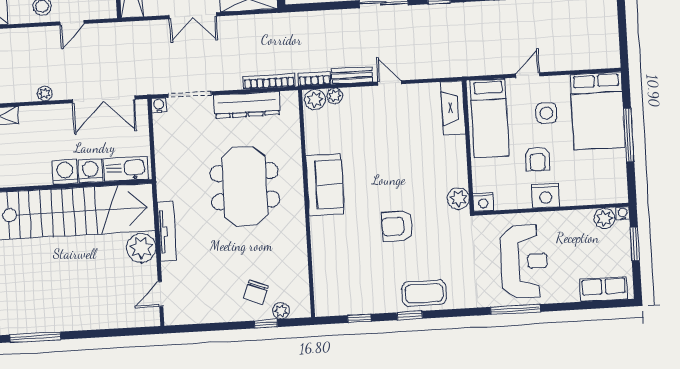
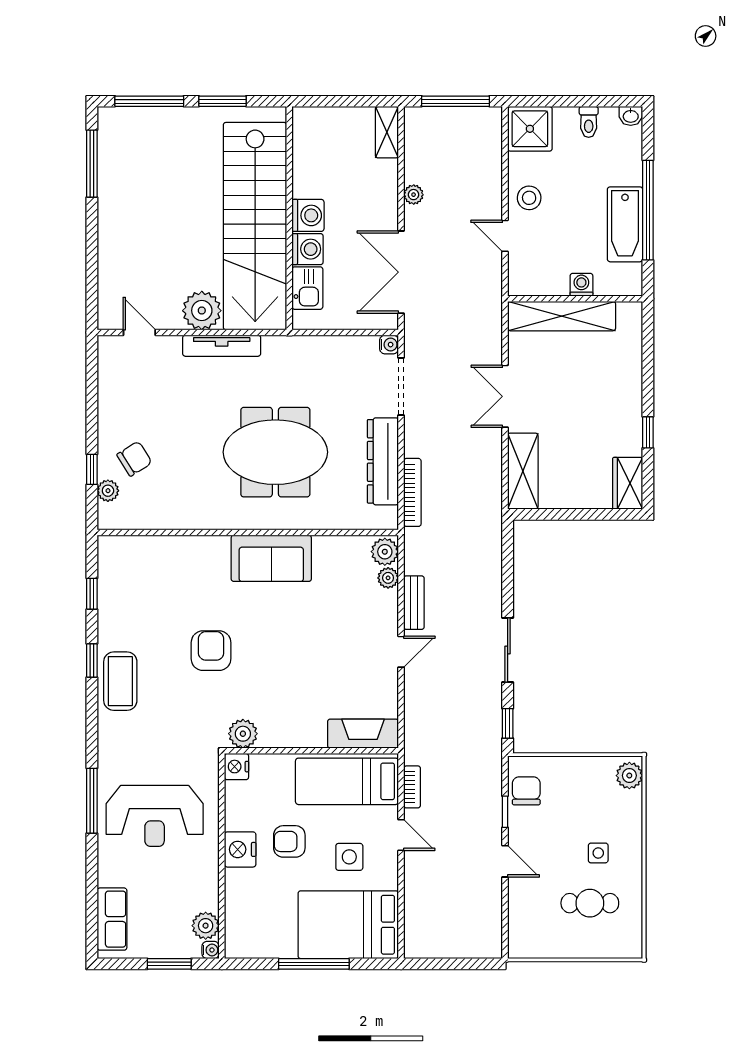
bookcase: (315, 79) -> (412, 787), moved
kitchen sink: (126, 169) -> (307, 288), width x0.73
chair: (256, 292) -> (134, 459), turned 127

